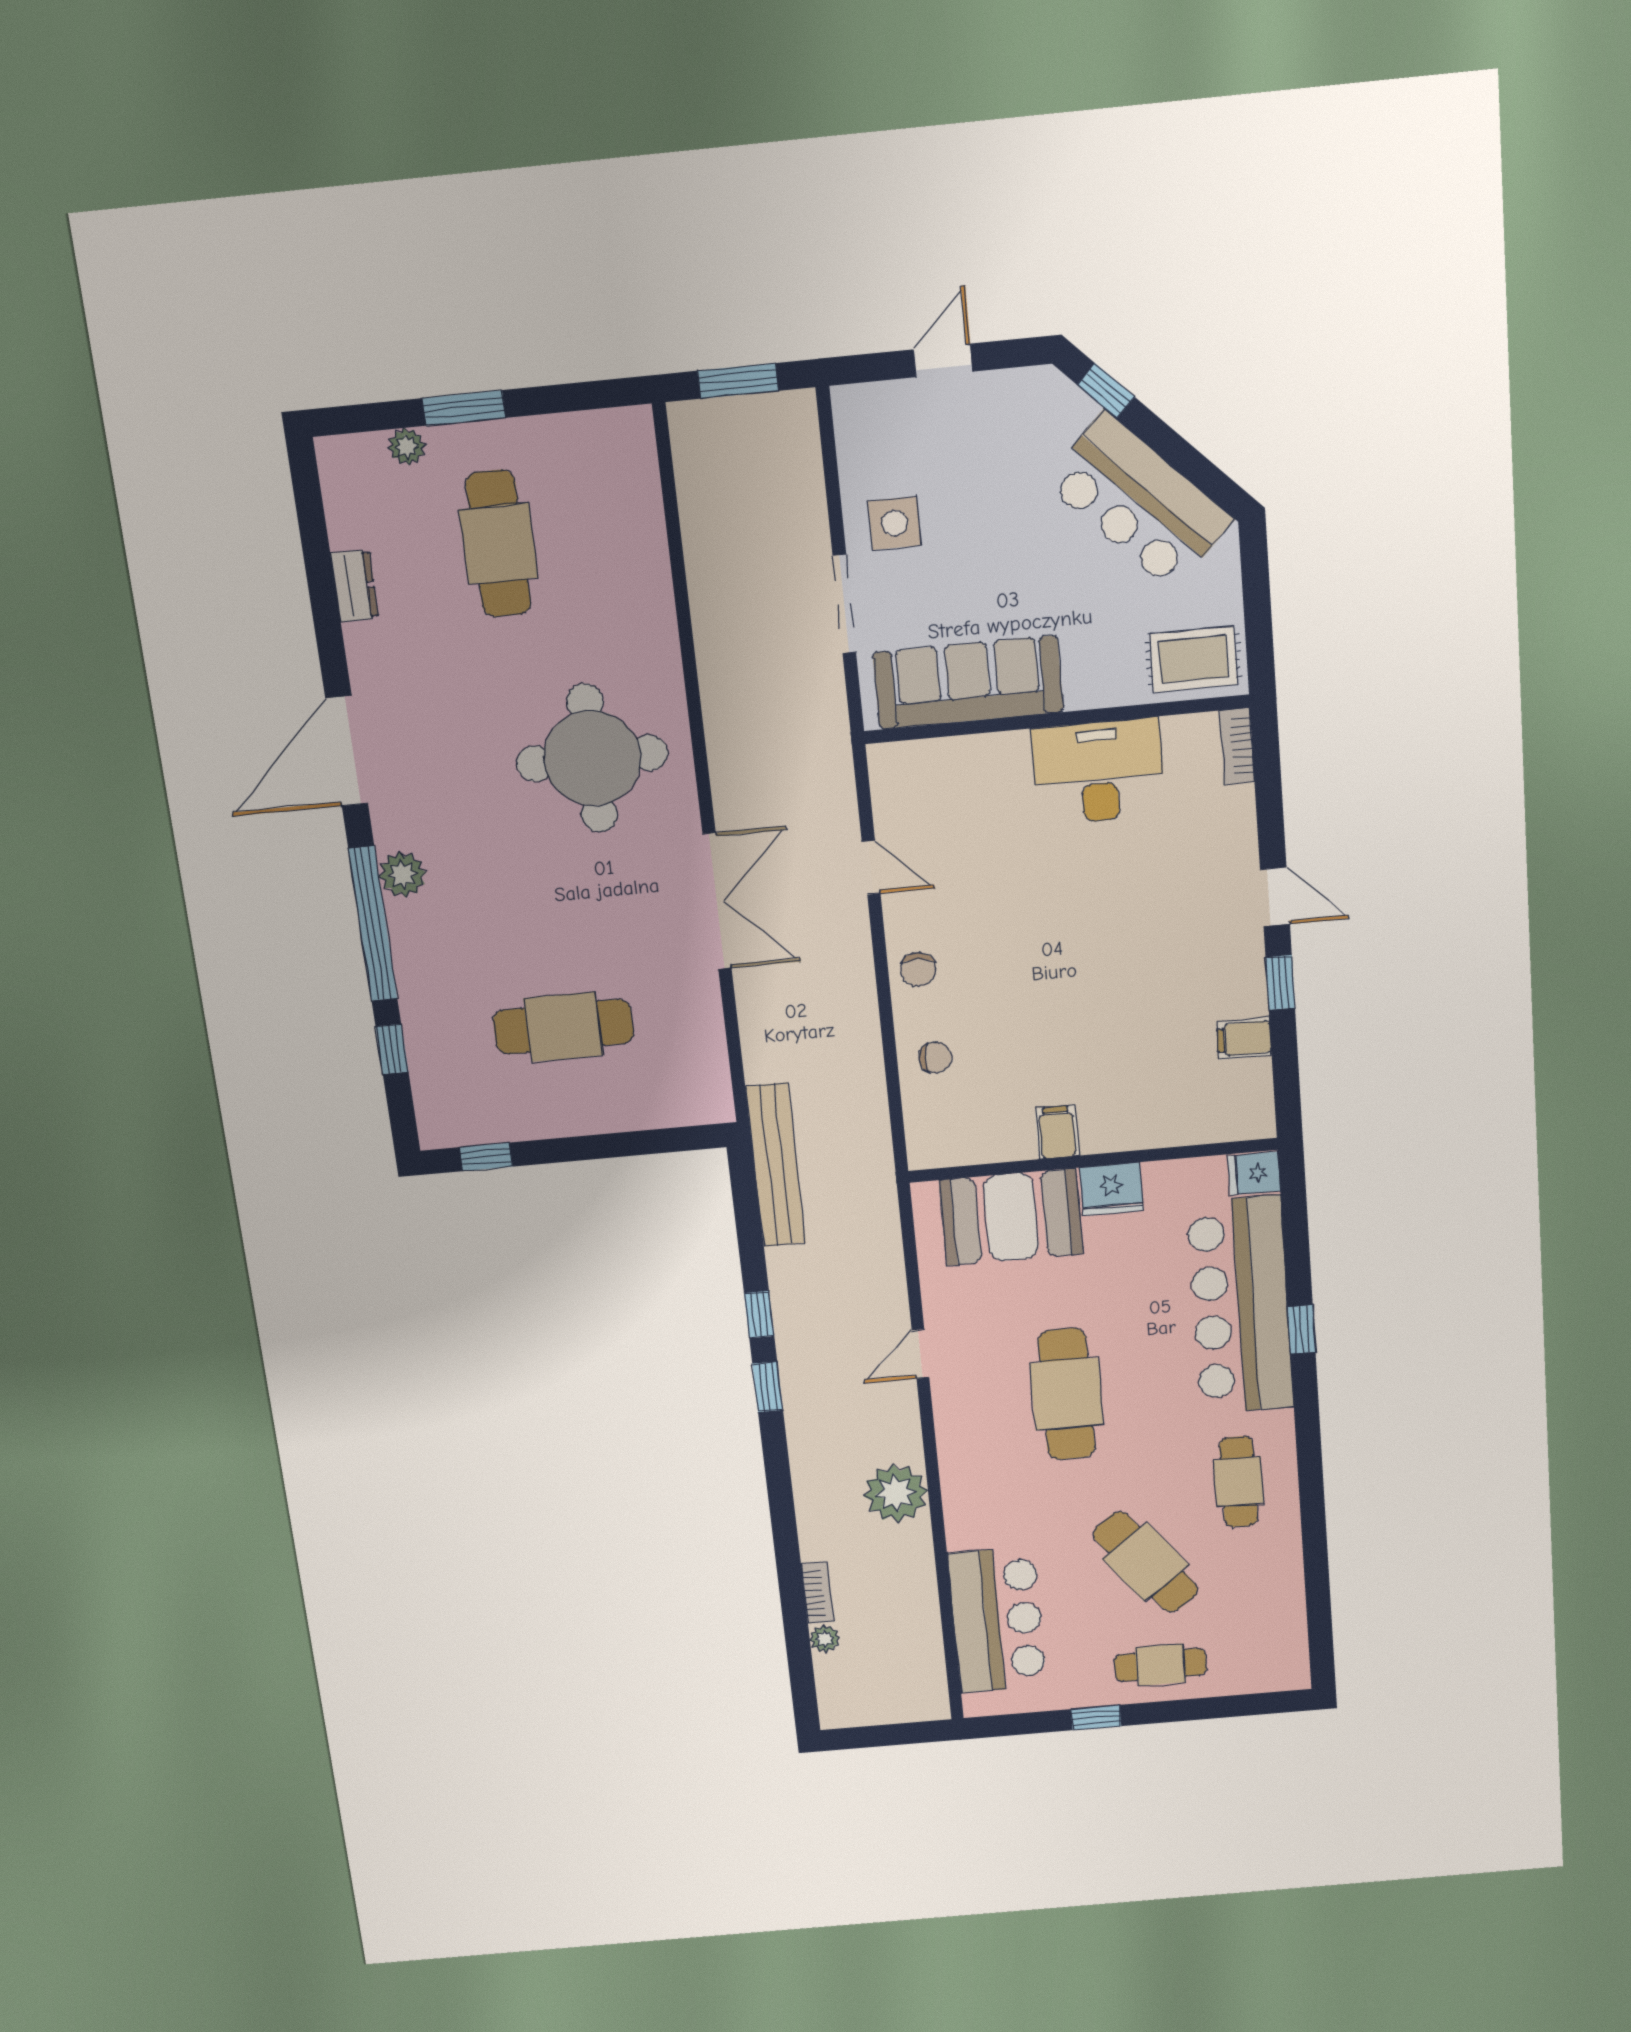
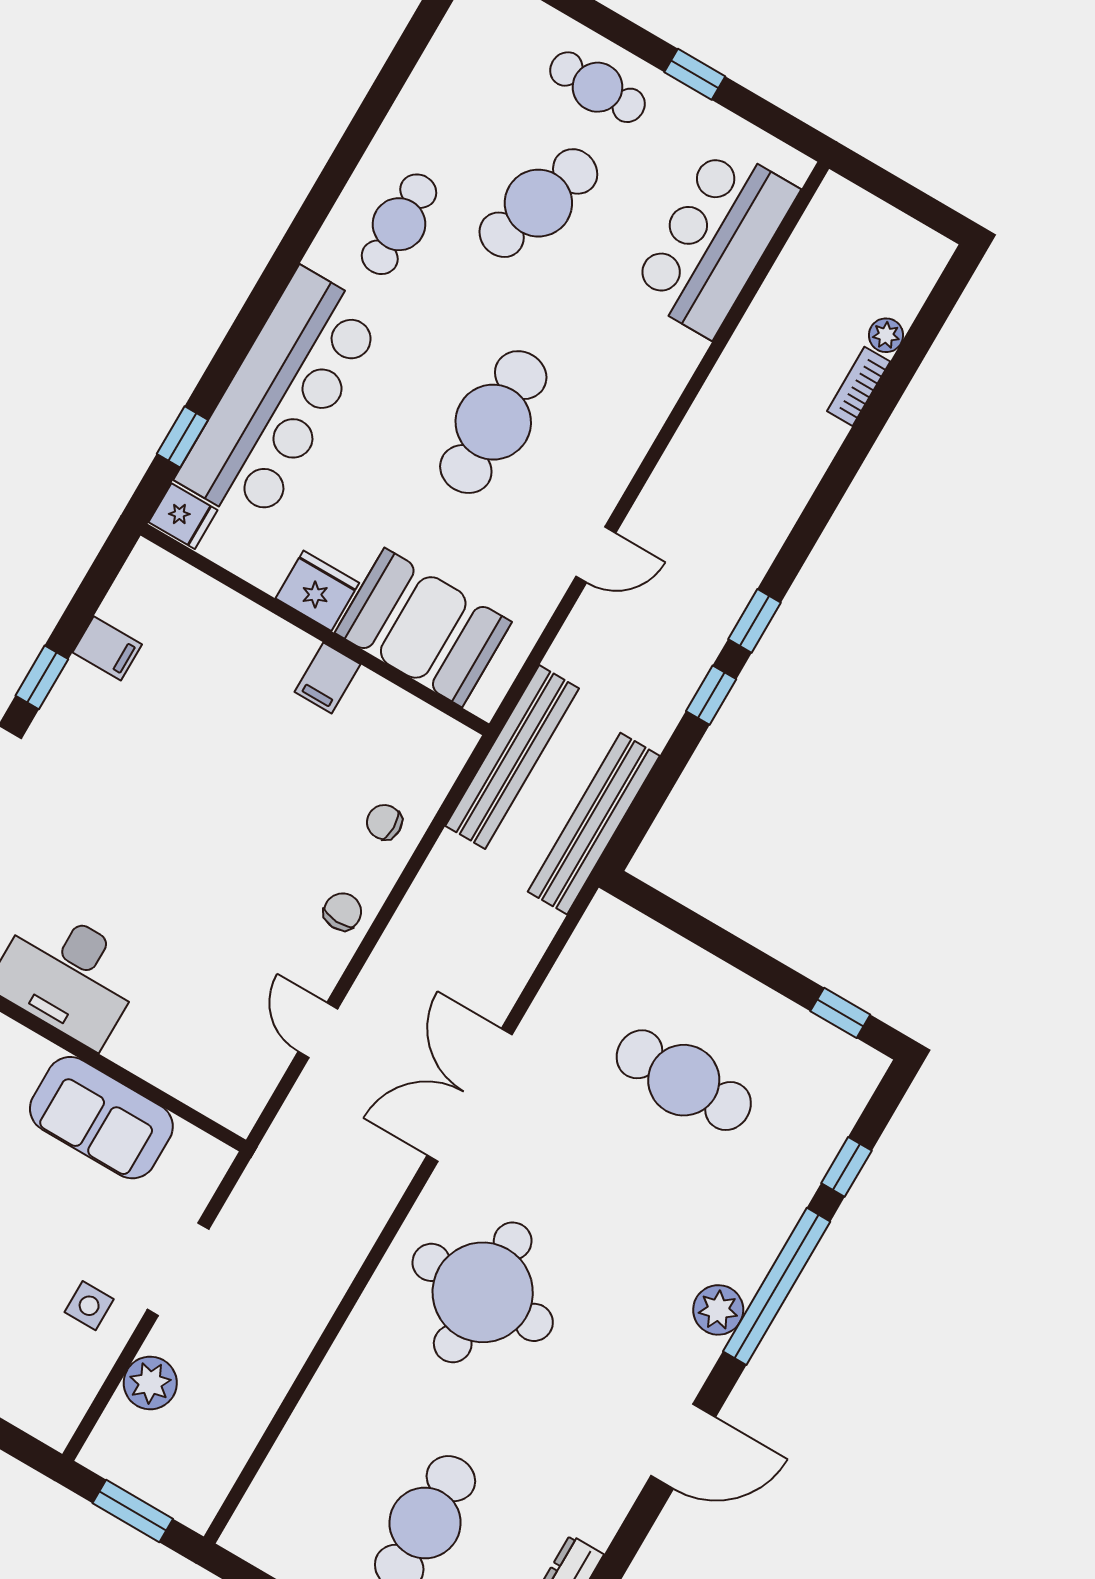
side table: (895, 523) -> (89, 1306), width x0.73, depth x0.73
sofa: (968, 682) -> (101, 1118), width x0.73
door: (347, 751) -> (683, 1446), width x0.73
bench: (874, 1171) -> (512, 757), added
window: (1302, 1330) -> (182, 437), moved
plant: (896, 1493) -> (150, 1383), moved, width x0.73, depth x0.73
cafe table: (1146, 1562) -> (538, 203), turned 56

